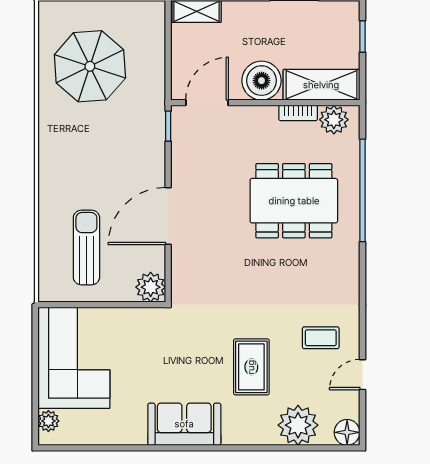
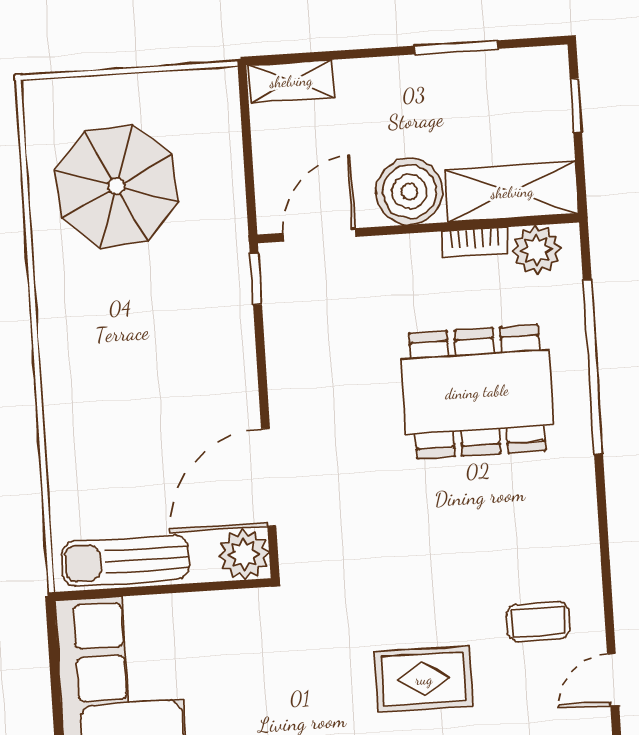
door: (168, 216) -> (269, 477), moved
sun lounger: (86, 247) -> (125, 561), moved, turned -90
rug: (251, 367) -> (424, 679), turned 90

